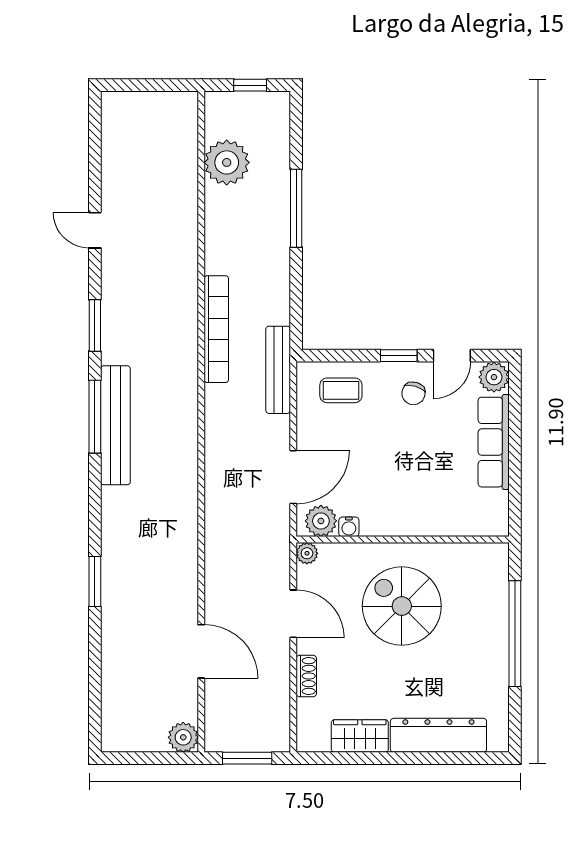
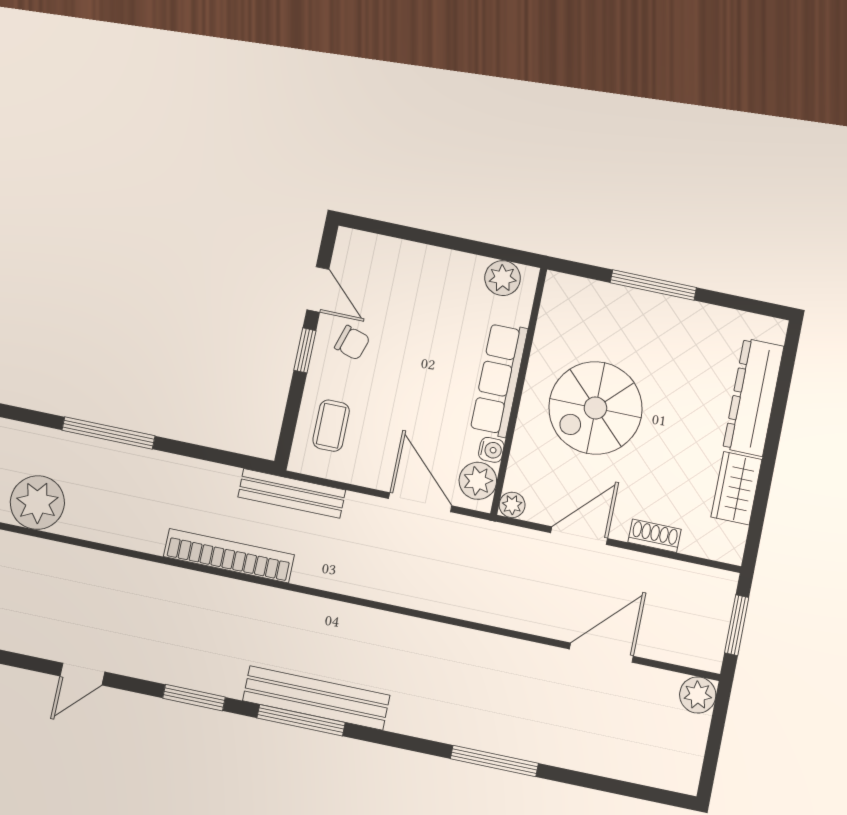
plant: (494, 377) -> (503, 278), moved
row of seats: (494, 442) -> (499, 379), moved, turned 90
window: (95, 581) -> (494, 761), width x1.44
window: (515, 634) -> (653, 285), width x0.68

